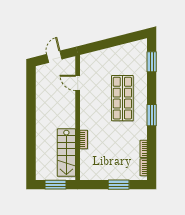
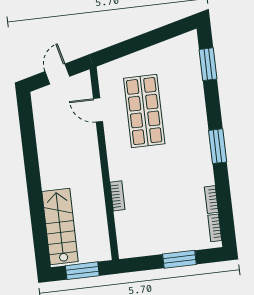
shop shelf: (122, 98) -> (144, 111), moved
stairs: (66, 153) -> (60, 226), moved, turned 180

